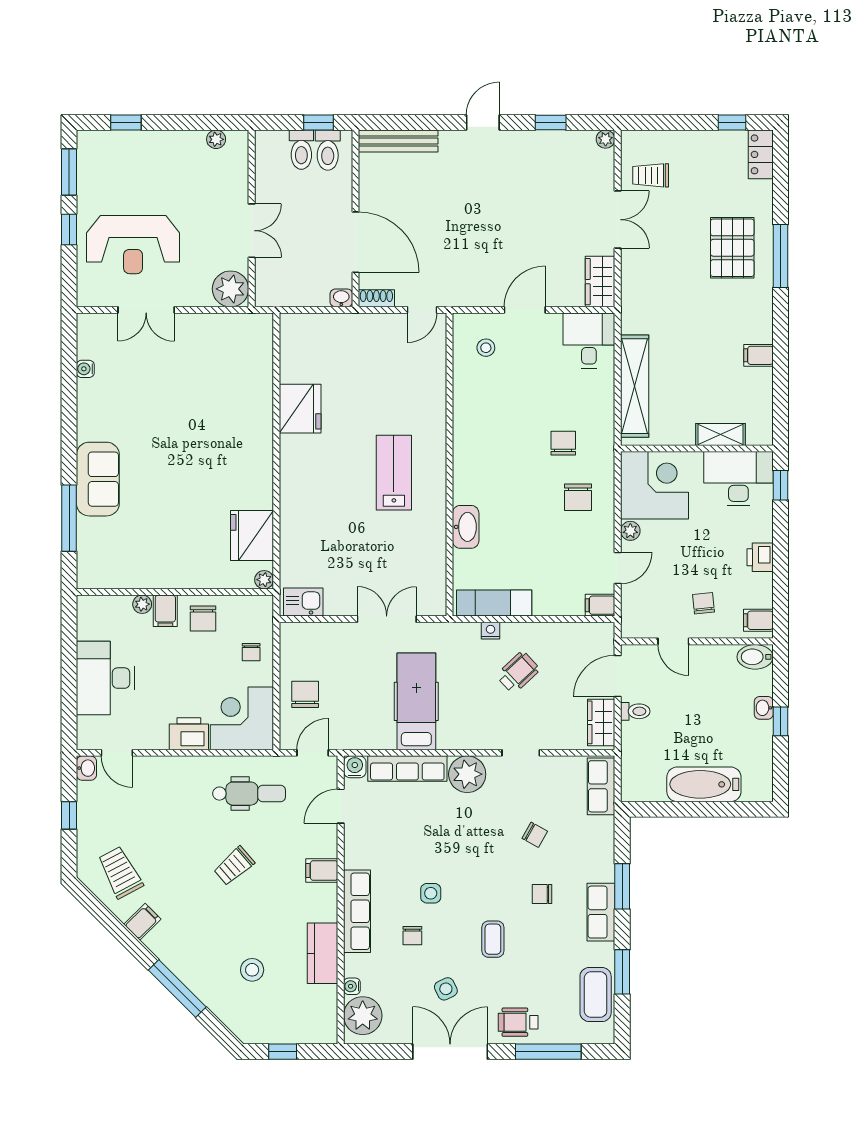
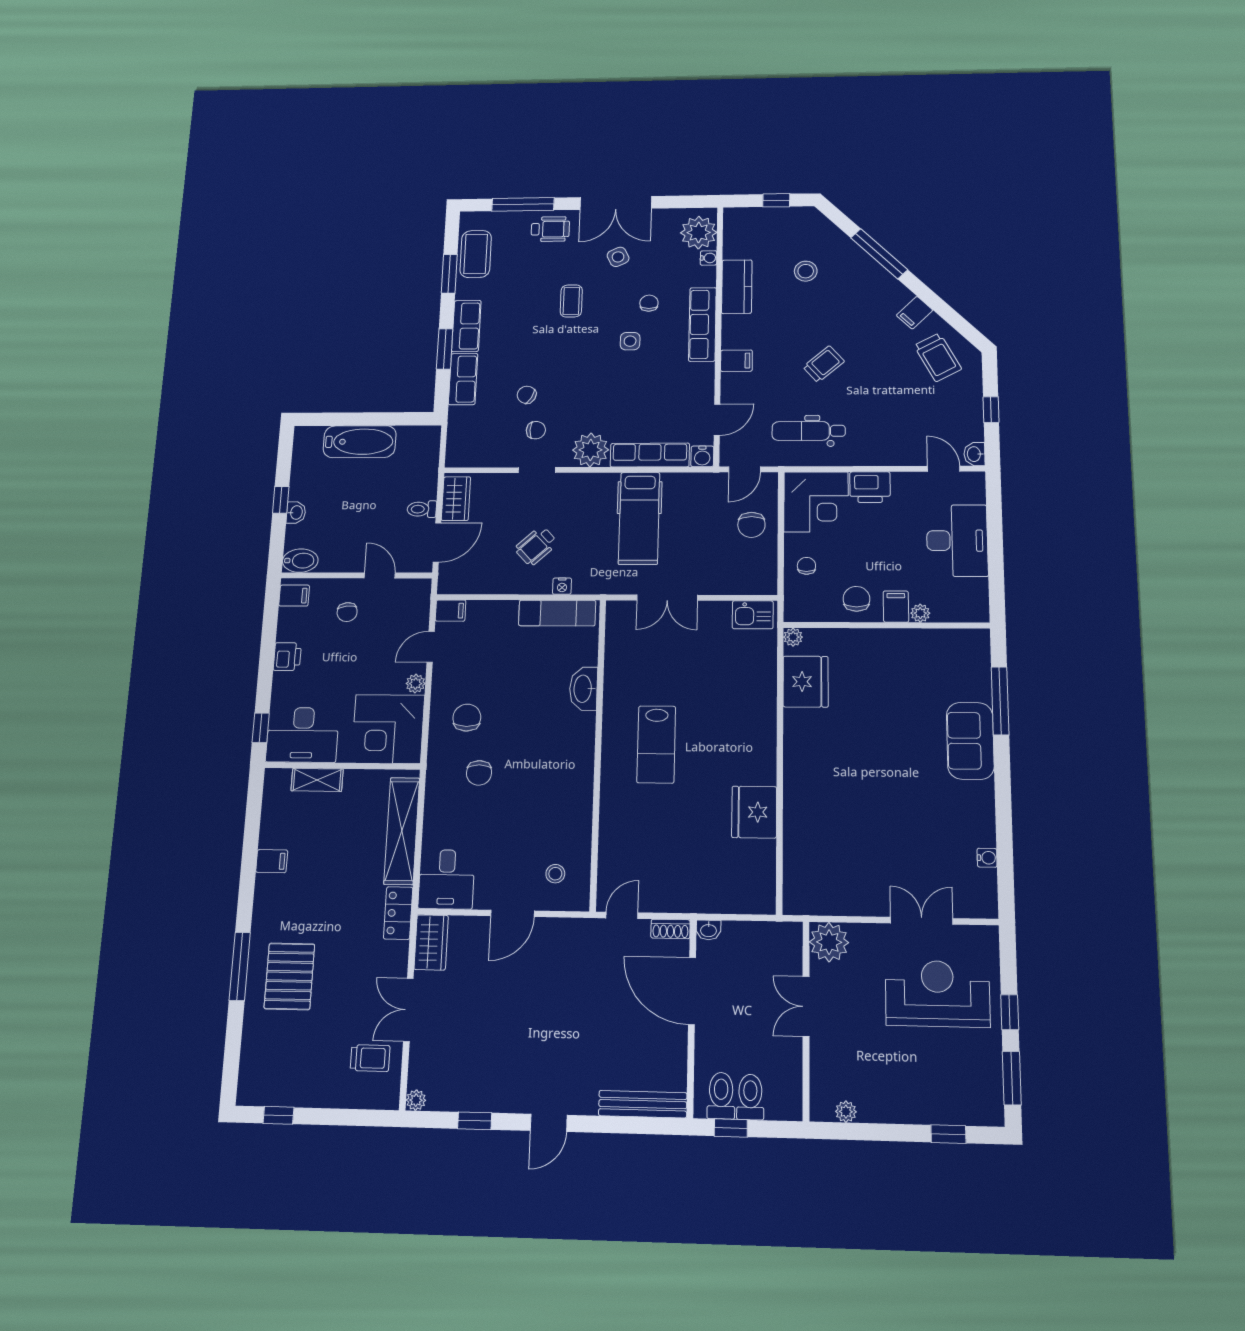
locker: (761, 154) -> (398, 913), moved, turned 180
row of seats: (601, 786) -> (463, 379), moved
chair: (542, 894) -> (536, 430), moved

